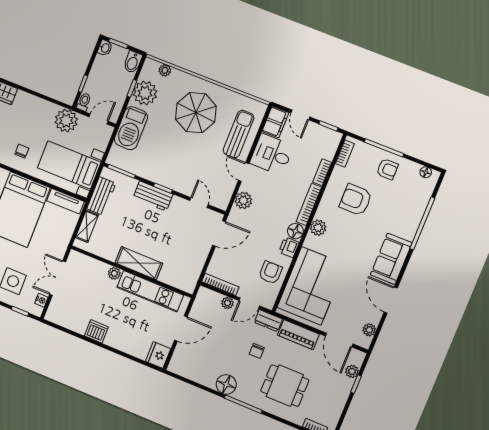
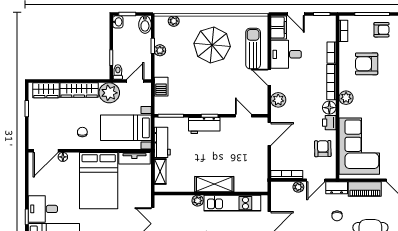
plant: (145, 93) -> (160, 50), width x0.53, depth x0.53
wardrobe: (36, 105) -> (79, 90), added
barbecue: (131, 128) -> (161, 87), width x0.53, depth x0.65

